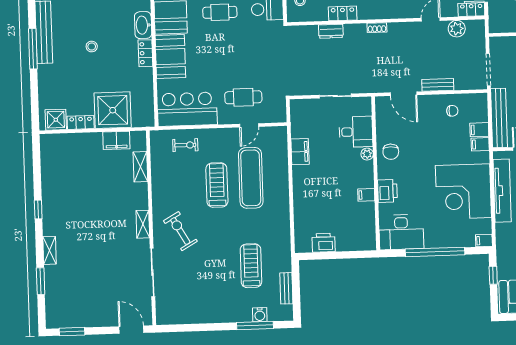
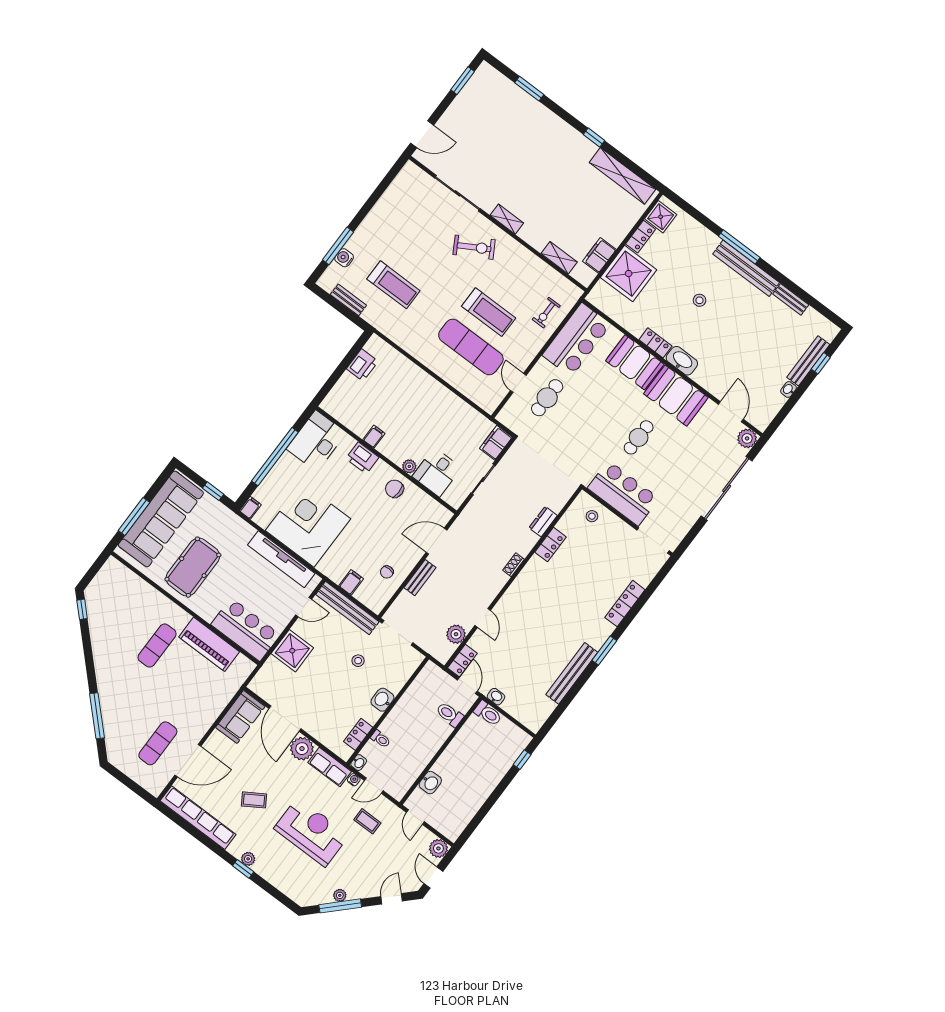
filing cabinet: (480, 144) -> (337, 573), removed
filing cabinet: (300, 152) -> (496, 443), moved, turned 90
shelving: (50, 250) -> (622, 176), moved, width x2.20, depth x1.33

